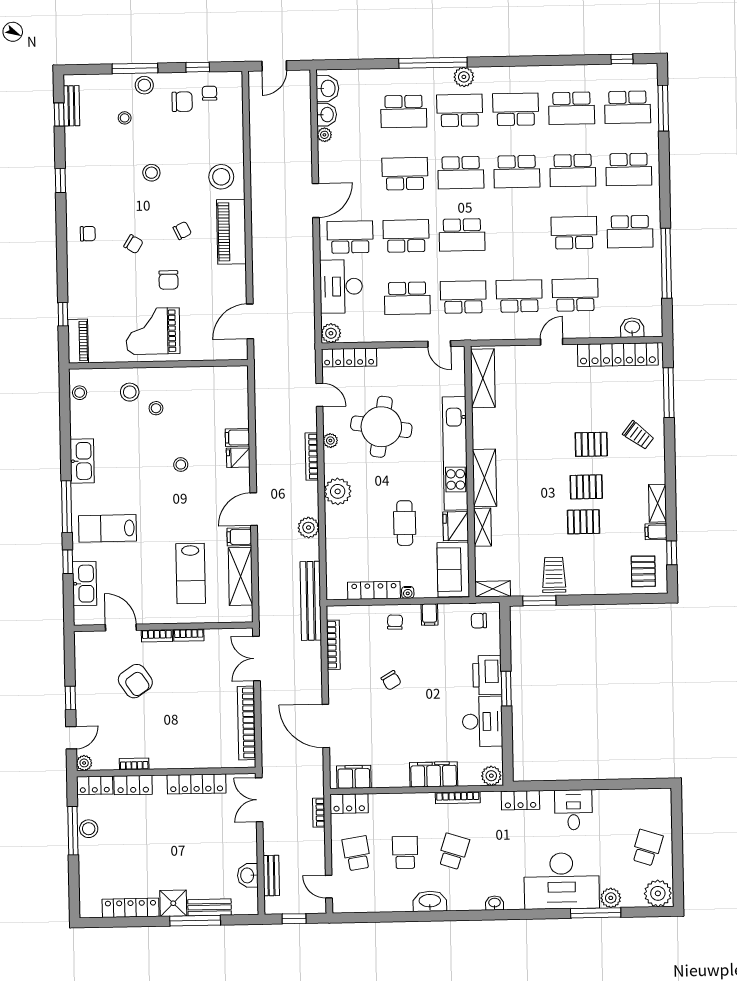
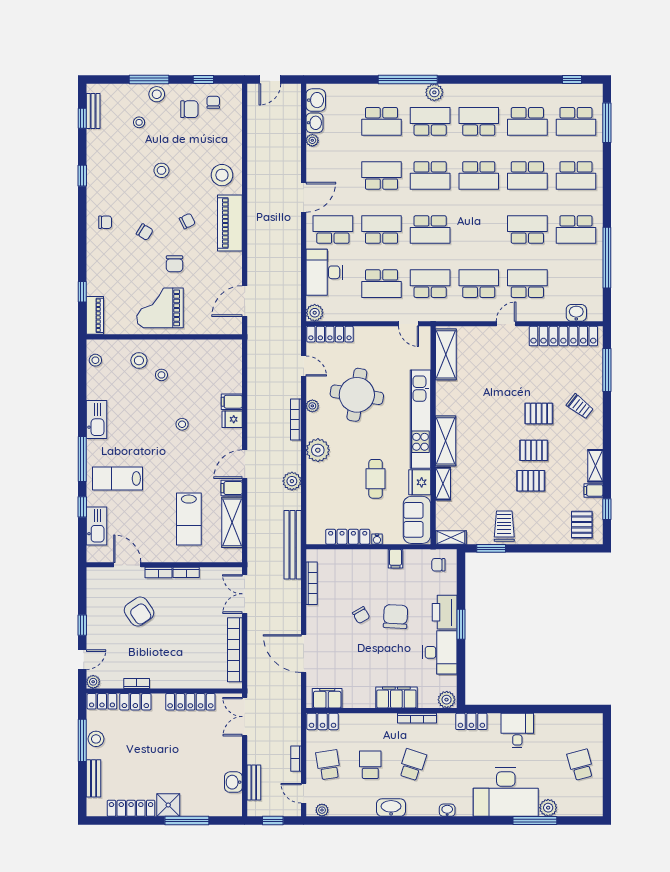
chair: (395, 622) -> (396, 617), moved, width x1.87, depth x1.87
bookcase: (319, 813) -> (296, 759), moved
school desk: (647, 848) -> (581, 765), turned -33
plant: (658, 893) -> (322, 810), moved, width x0.53, depth x0.53
bench: (210, 907) -> (94, 778), moved, turned 90

